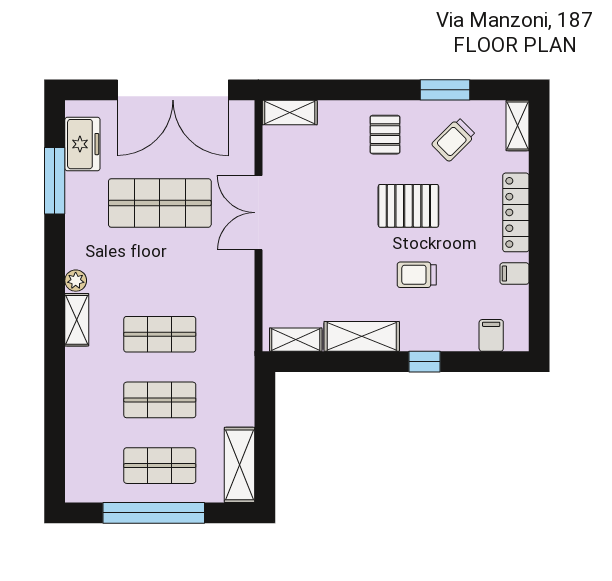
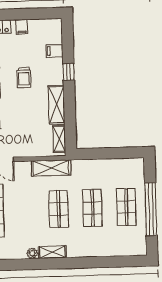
filing cabinet: (491, 335) -> (54, 51), moved
shelving: (239, 465) -> (51, 168), moved

